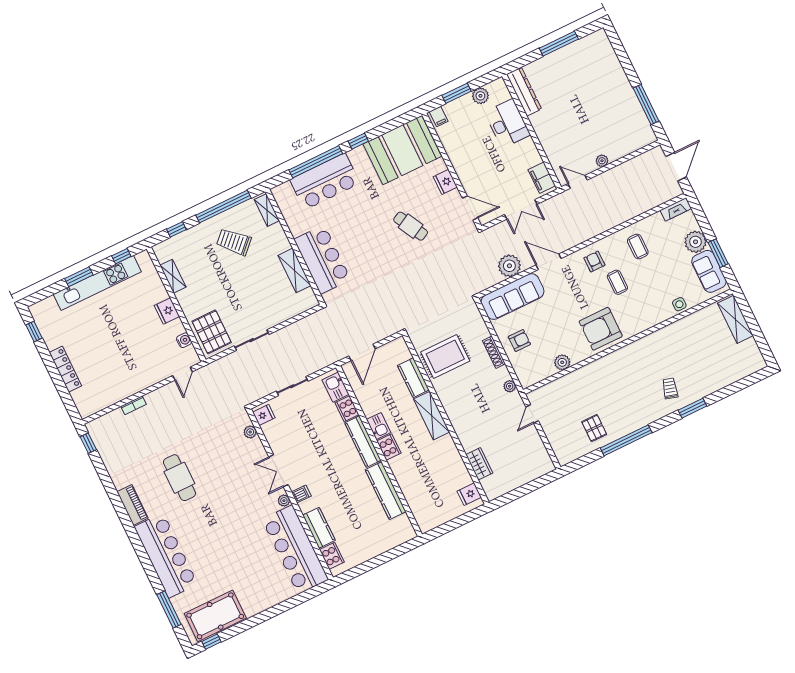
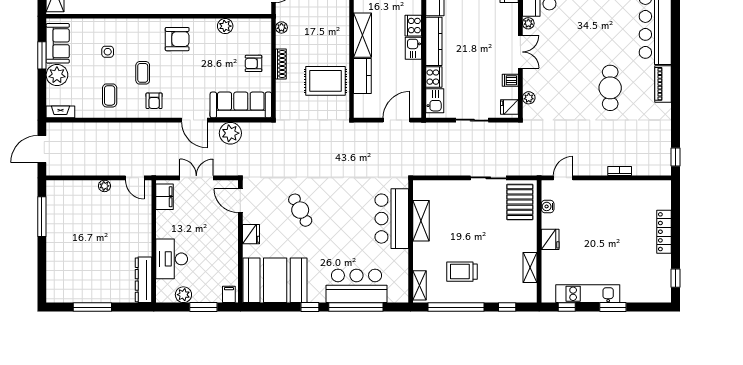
trolley: (234, 242) -> (462, 272), turned 135
kitchen unit: (97, 283) -> (588, 294), width x0.73
side table: (679, 304) -> (108, 52), moved
armchair: (601, 329) -> (177, 39), width x0.73, depth x0.73
dishwasher: (301, 494) -> (510, 80), moved

